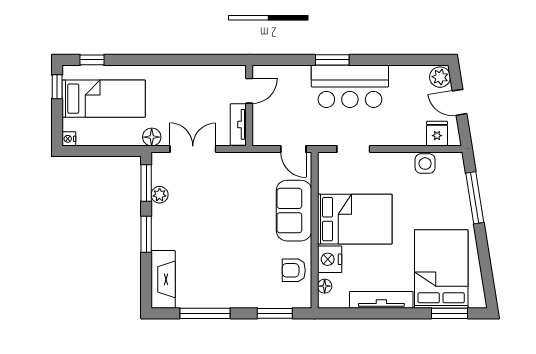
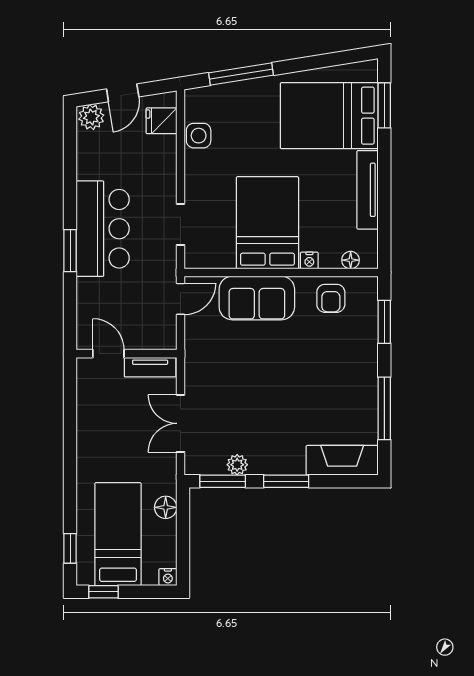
floor lamp: (152, 137) -> (166, 507), moved
nightstand: (330, 259) -> (309, 261), width x0.53, depth x0.56

